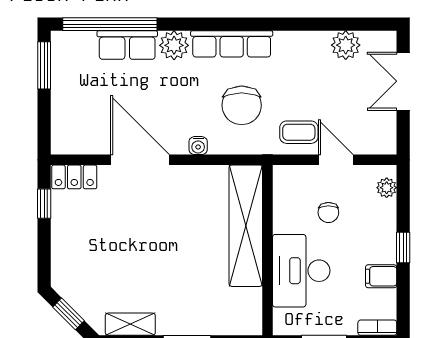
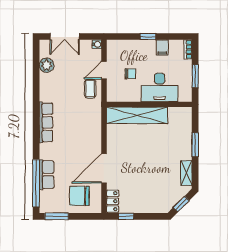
plant: (174, 45) -> (47, 151), removed
chair: (242, 105) -> (79, 196), moved, turned 180
water cooler: (198, 146) -> (97, 44), moved
plant: (387, 188) -> (118, 45), removed

